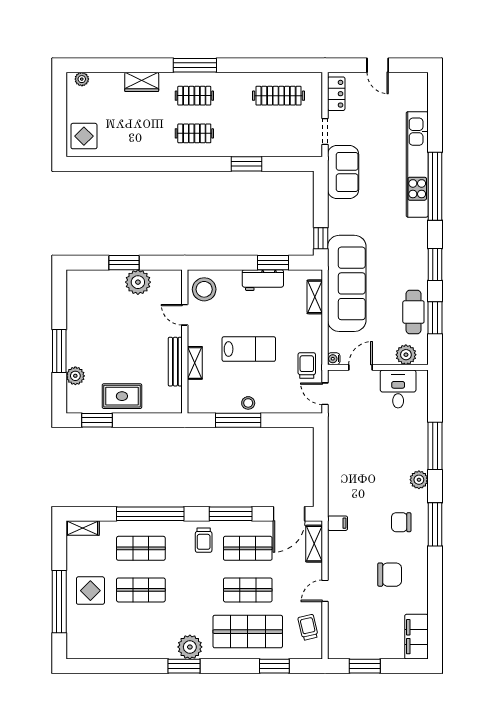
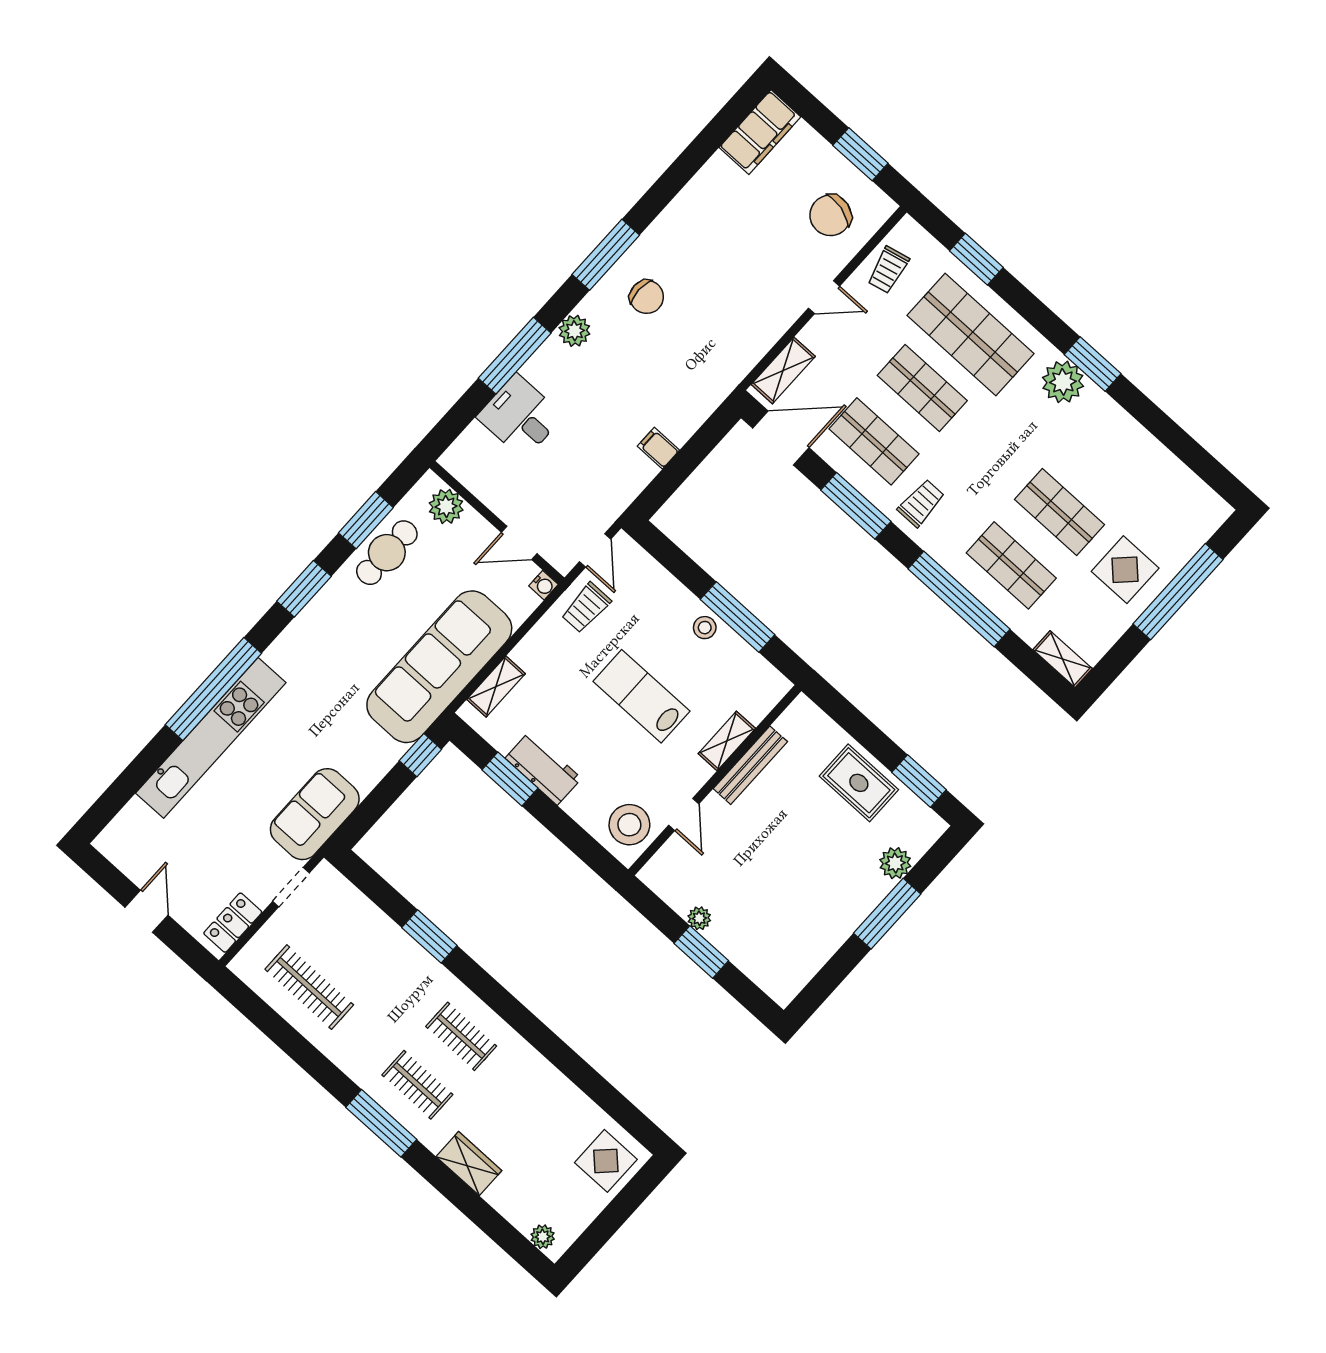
plant: (138, 282) -> (699, 918), width x0.53, depth x0.53
desk: (398, 389) -> (520, 416), moved, turned 90
filing cabinet: (338, 523) -> (658, 448), moved
chair: (390, 575) -> (830, 215), moved, turned -76

